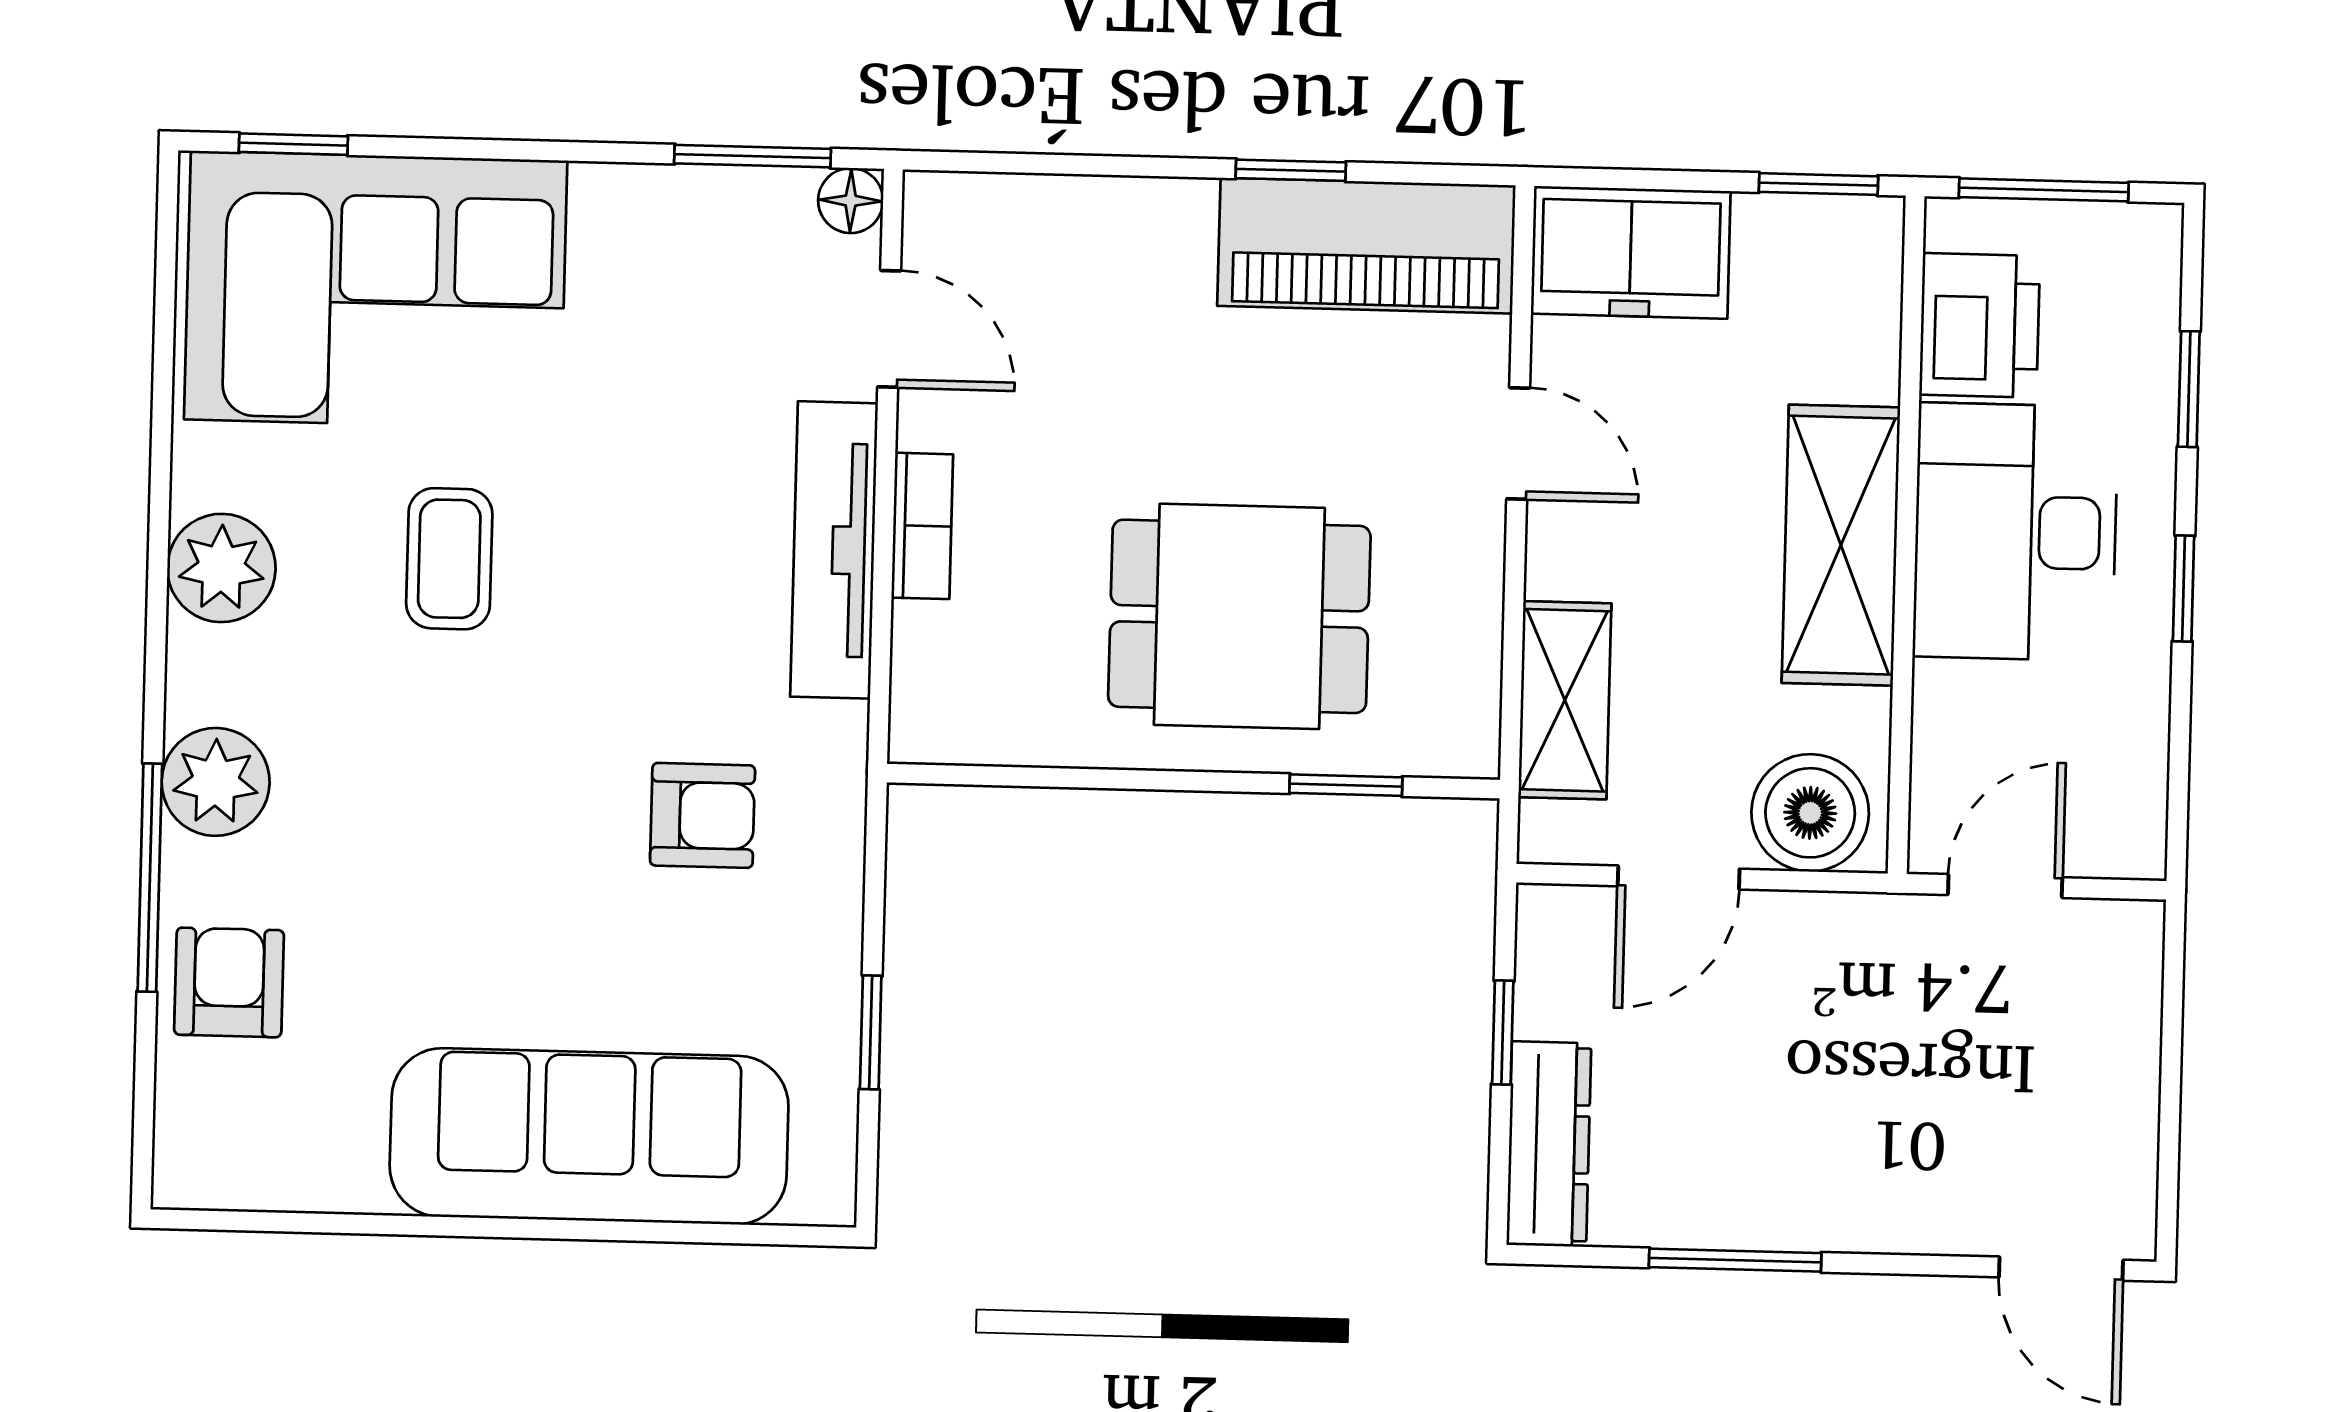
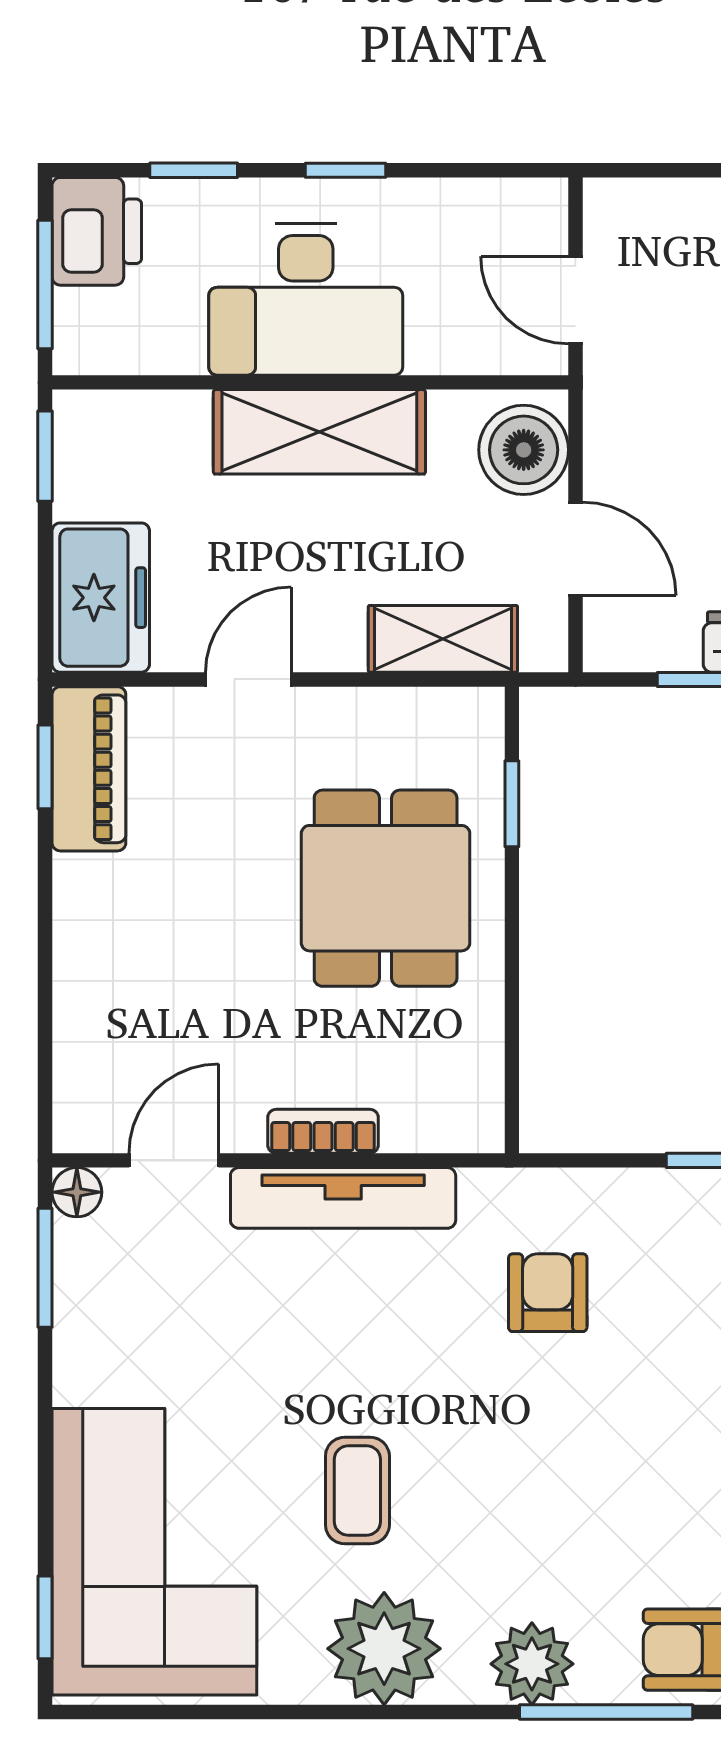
window: (1291, 170) -> (45, 767), moved
piano: (1366, 246) -> (89, 769), width x0.73, depth x0.75
printer: (1980, 325) -> (97, 231), moved, turned 90
coffee table: (449, 559) -> (357, 1490), turned 90
plant: (221, 568) -> (384, 1649), width x1.36, depth x1.36

